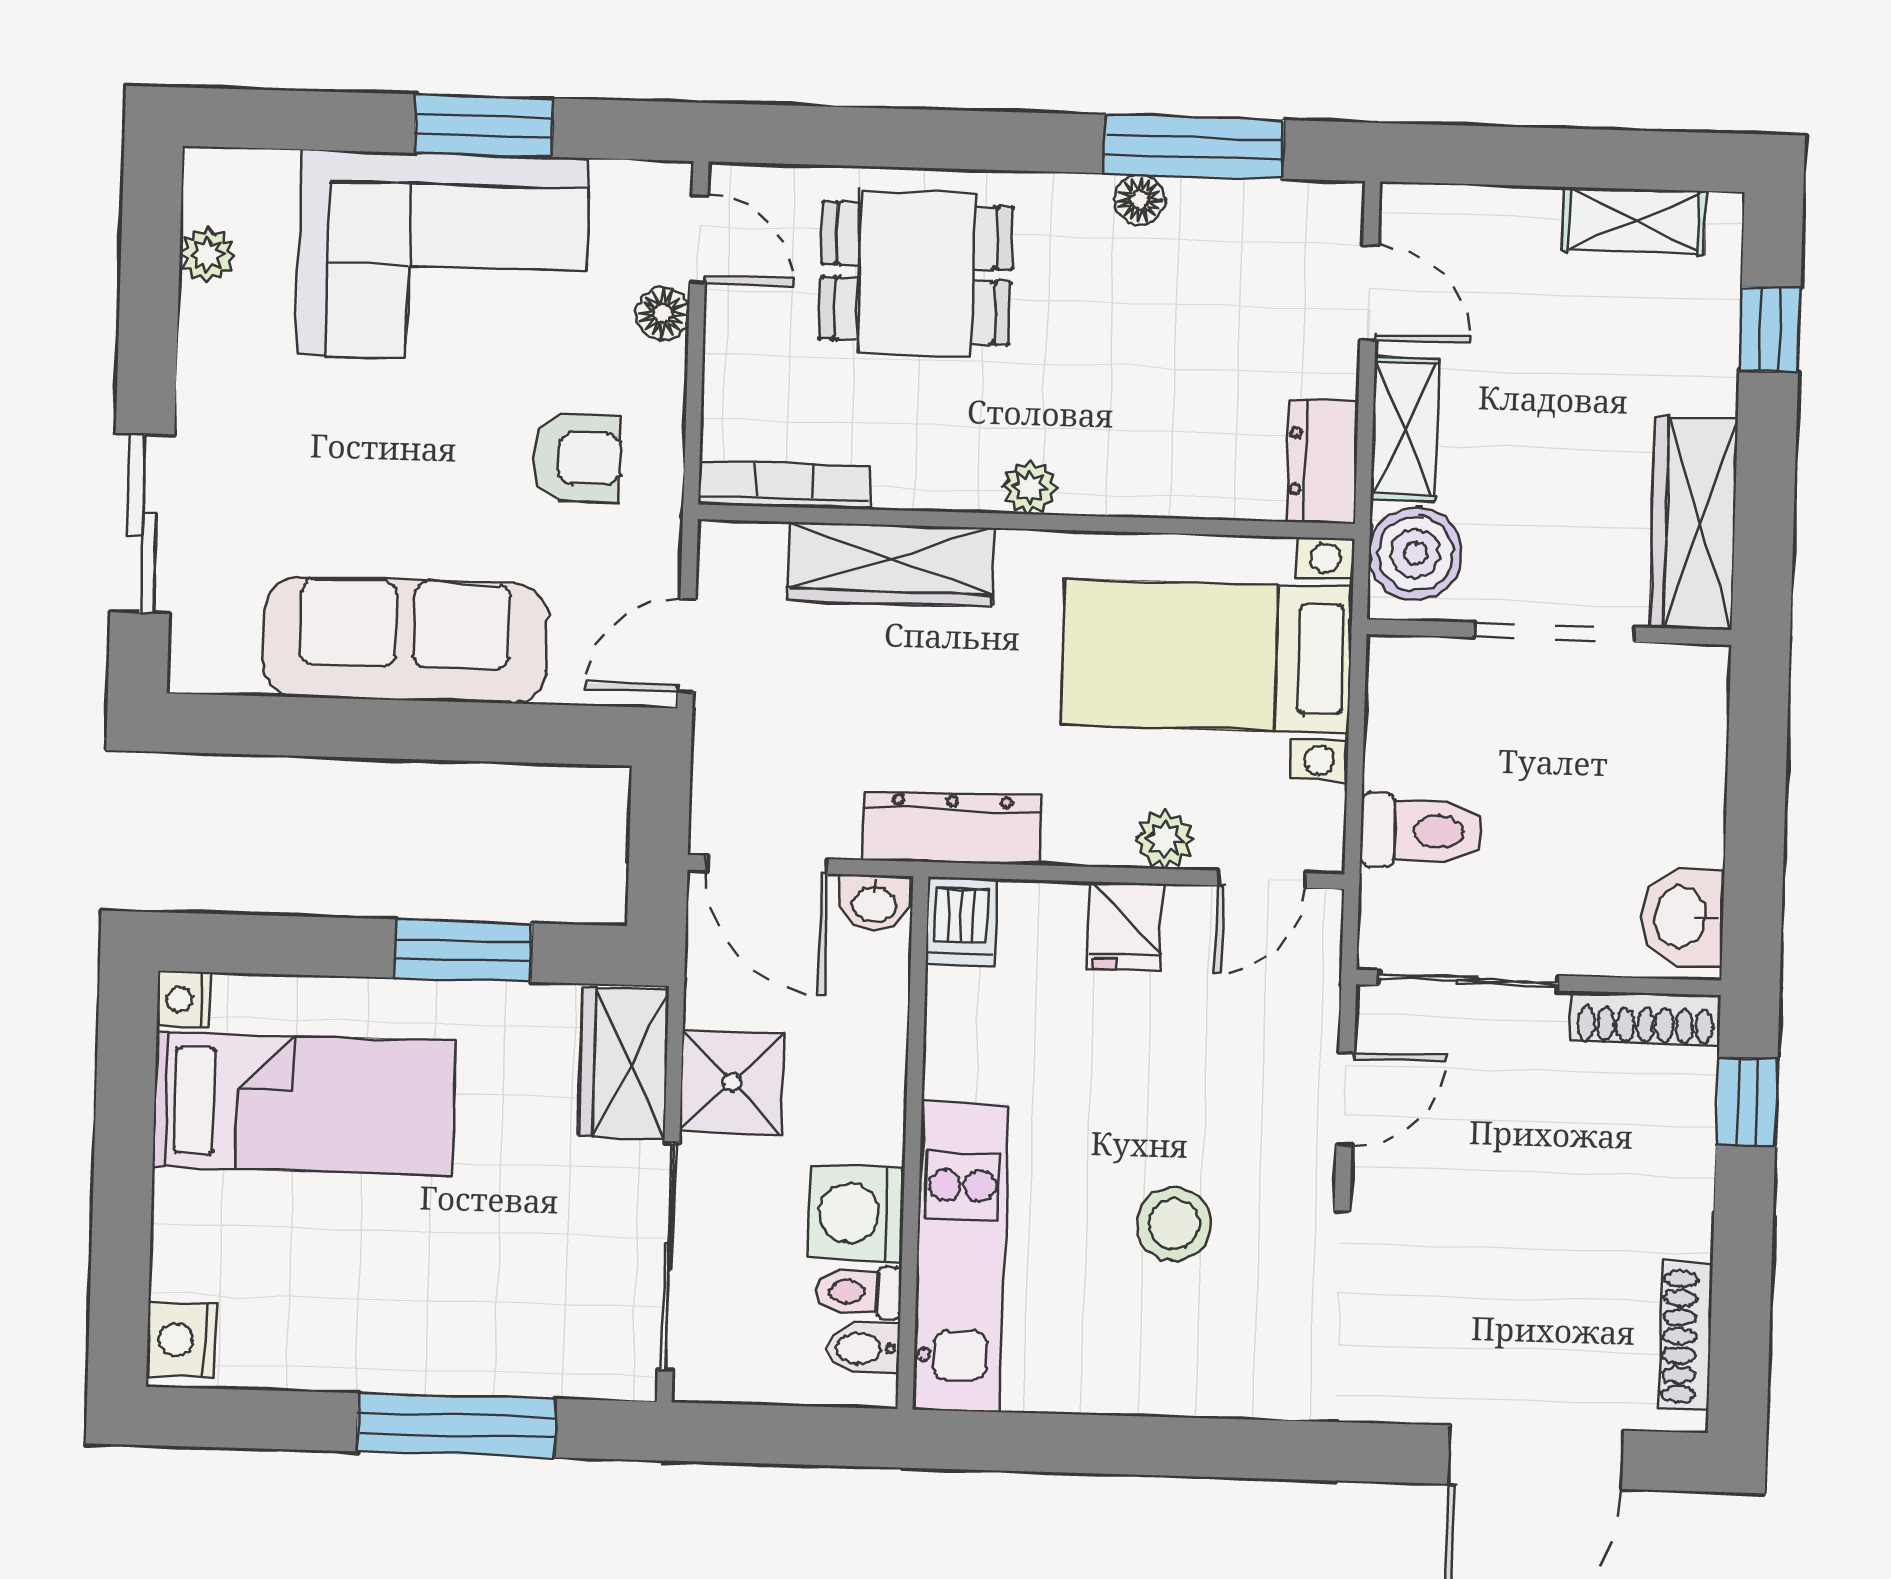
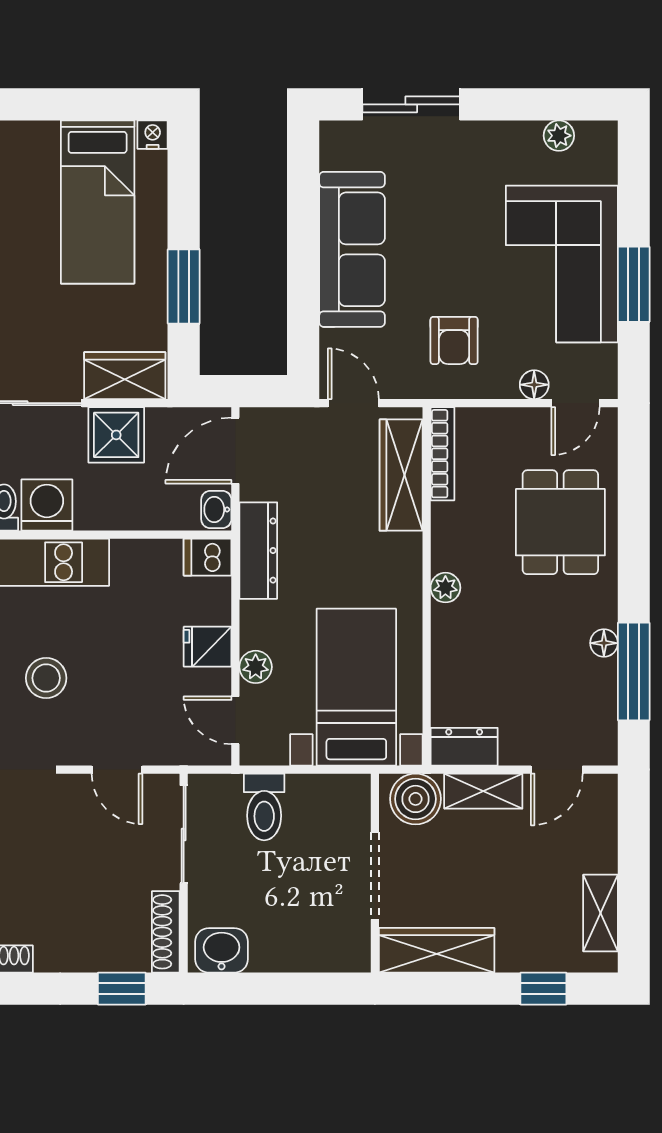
wardrobe: (891, 564) -> (401, 475), moved

